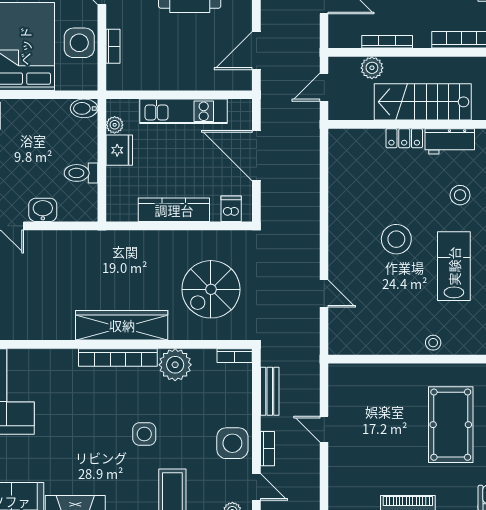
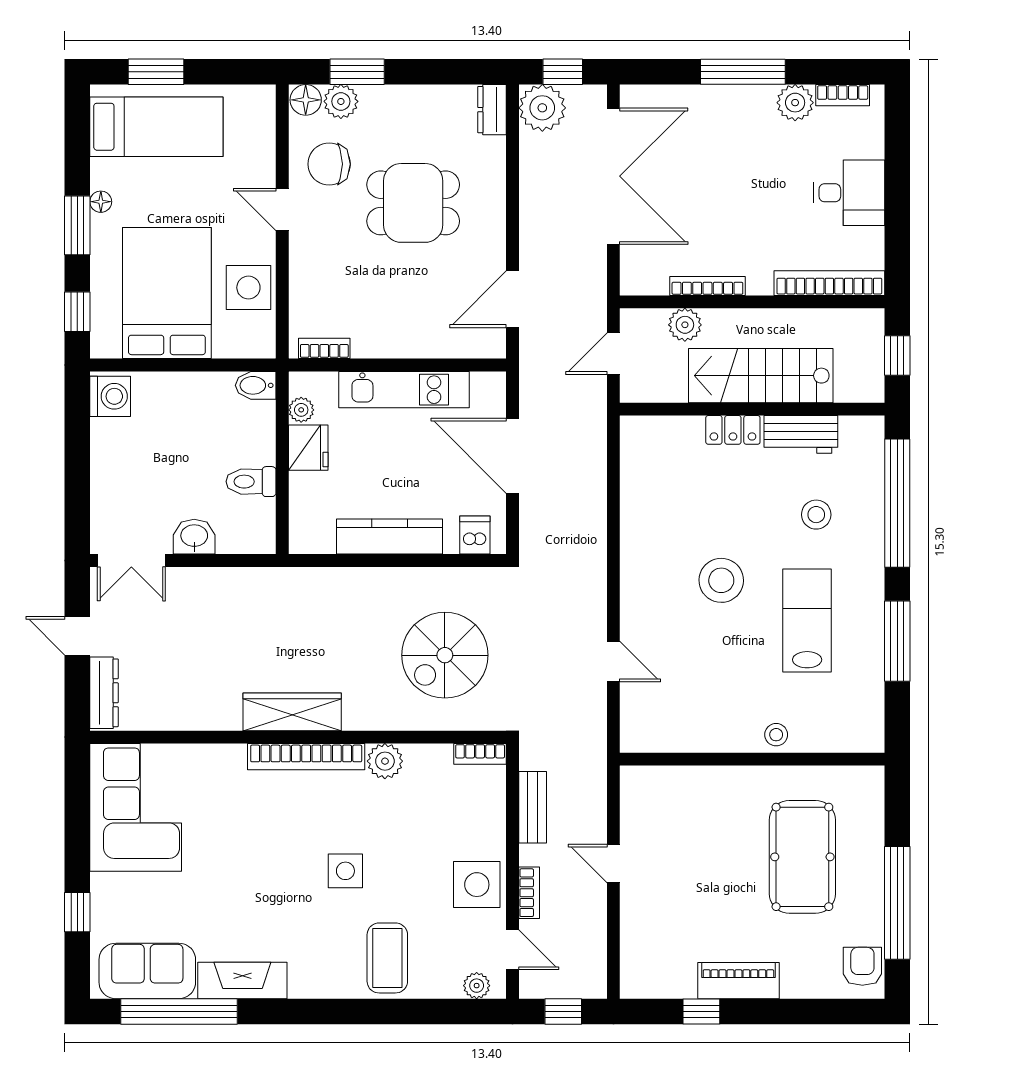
bookcase: (113, 46) -> (324, 348), moved, turned -90
wardrobe: (122, 325) -> (292, 712), width x0.71, depth x0.85
plant: (175, 365) -> (385, 761), width x0.73, depth x0.73

